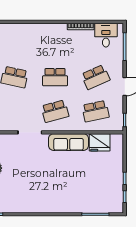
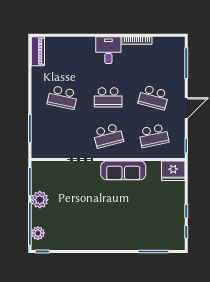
desk: (106, 35) -> (108, 50), moved
school desk: (96, 77) -> (154, 97), turned 39
fridge: (100, 142) -> (173, 171), moved

